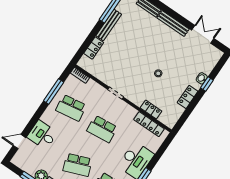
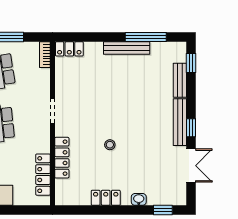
window: (181, 19) -> (191, 128), added
locker: (94, 48) -> (69, 49), moved
window: (207, 84) -> (163, 210), moved
locker: (151, 109) -> (62, 158), width x1.53

